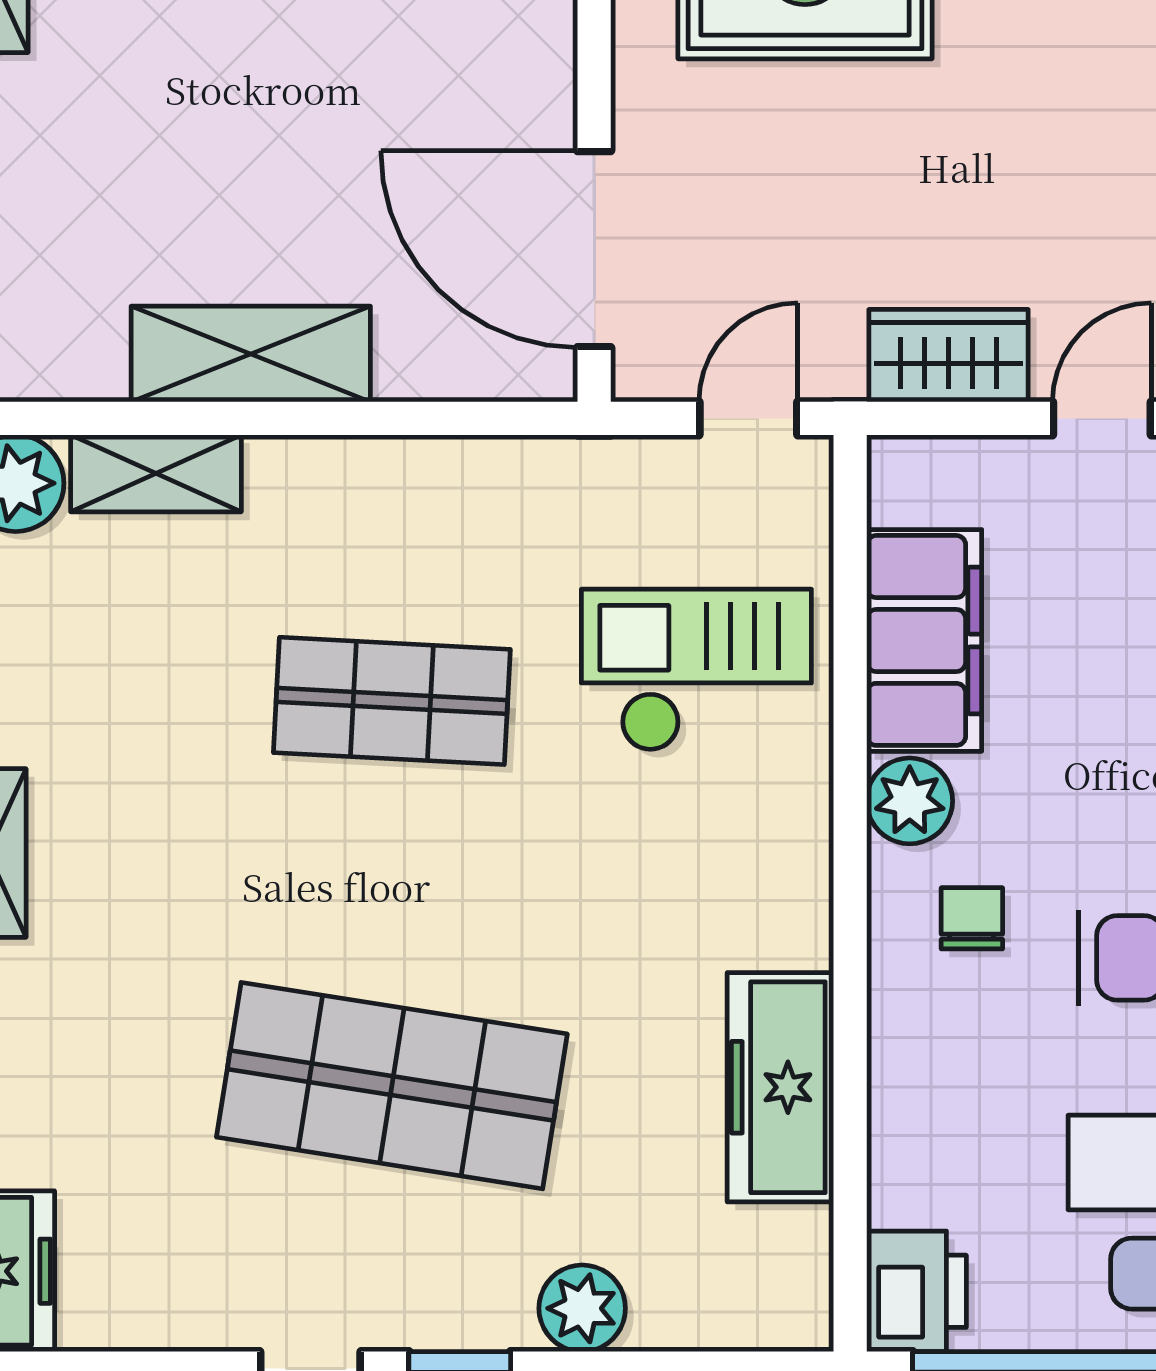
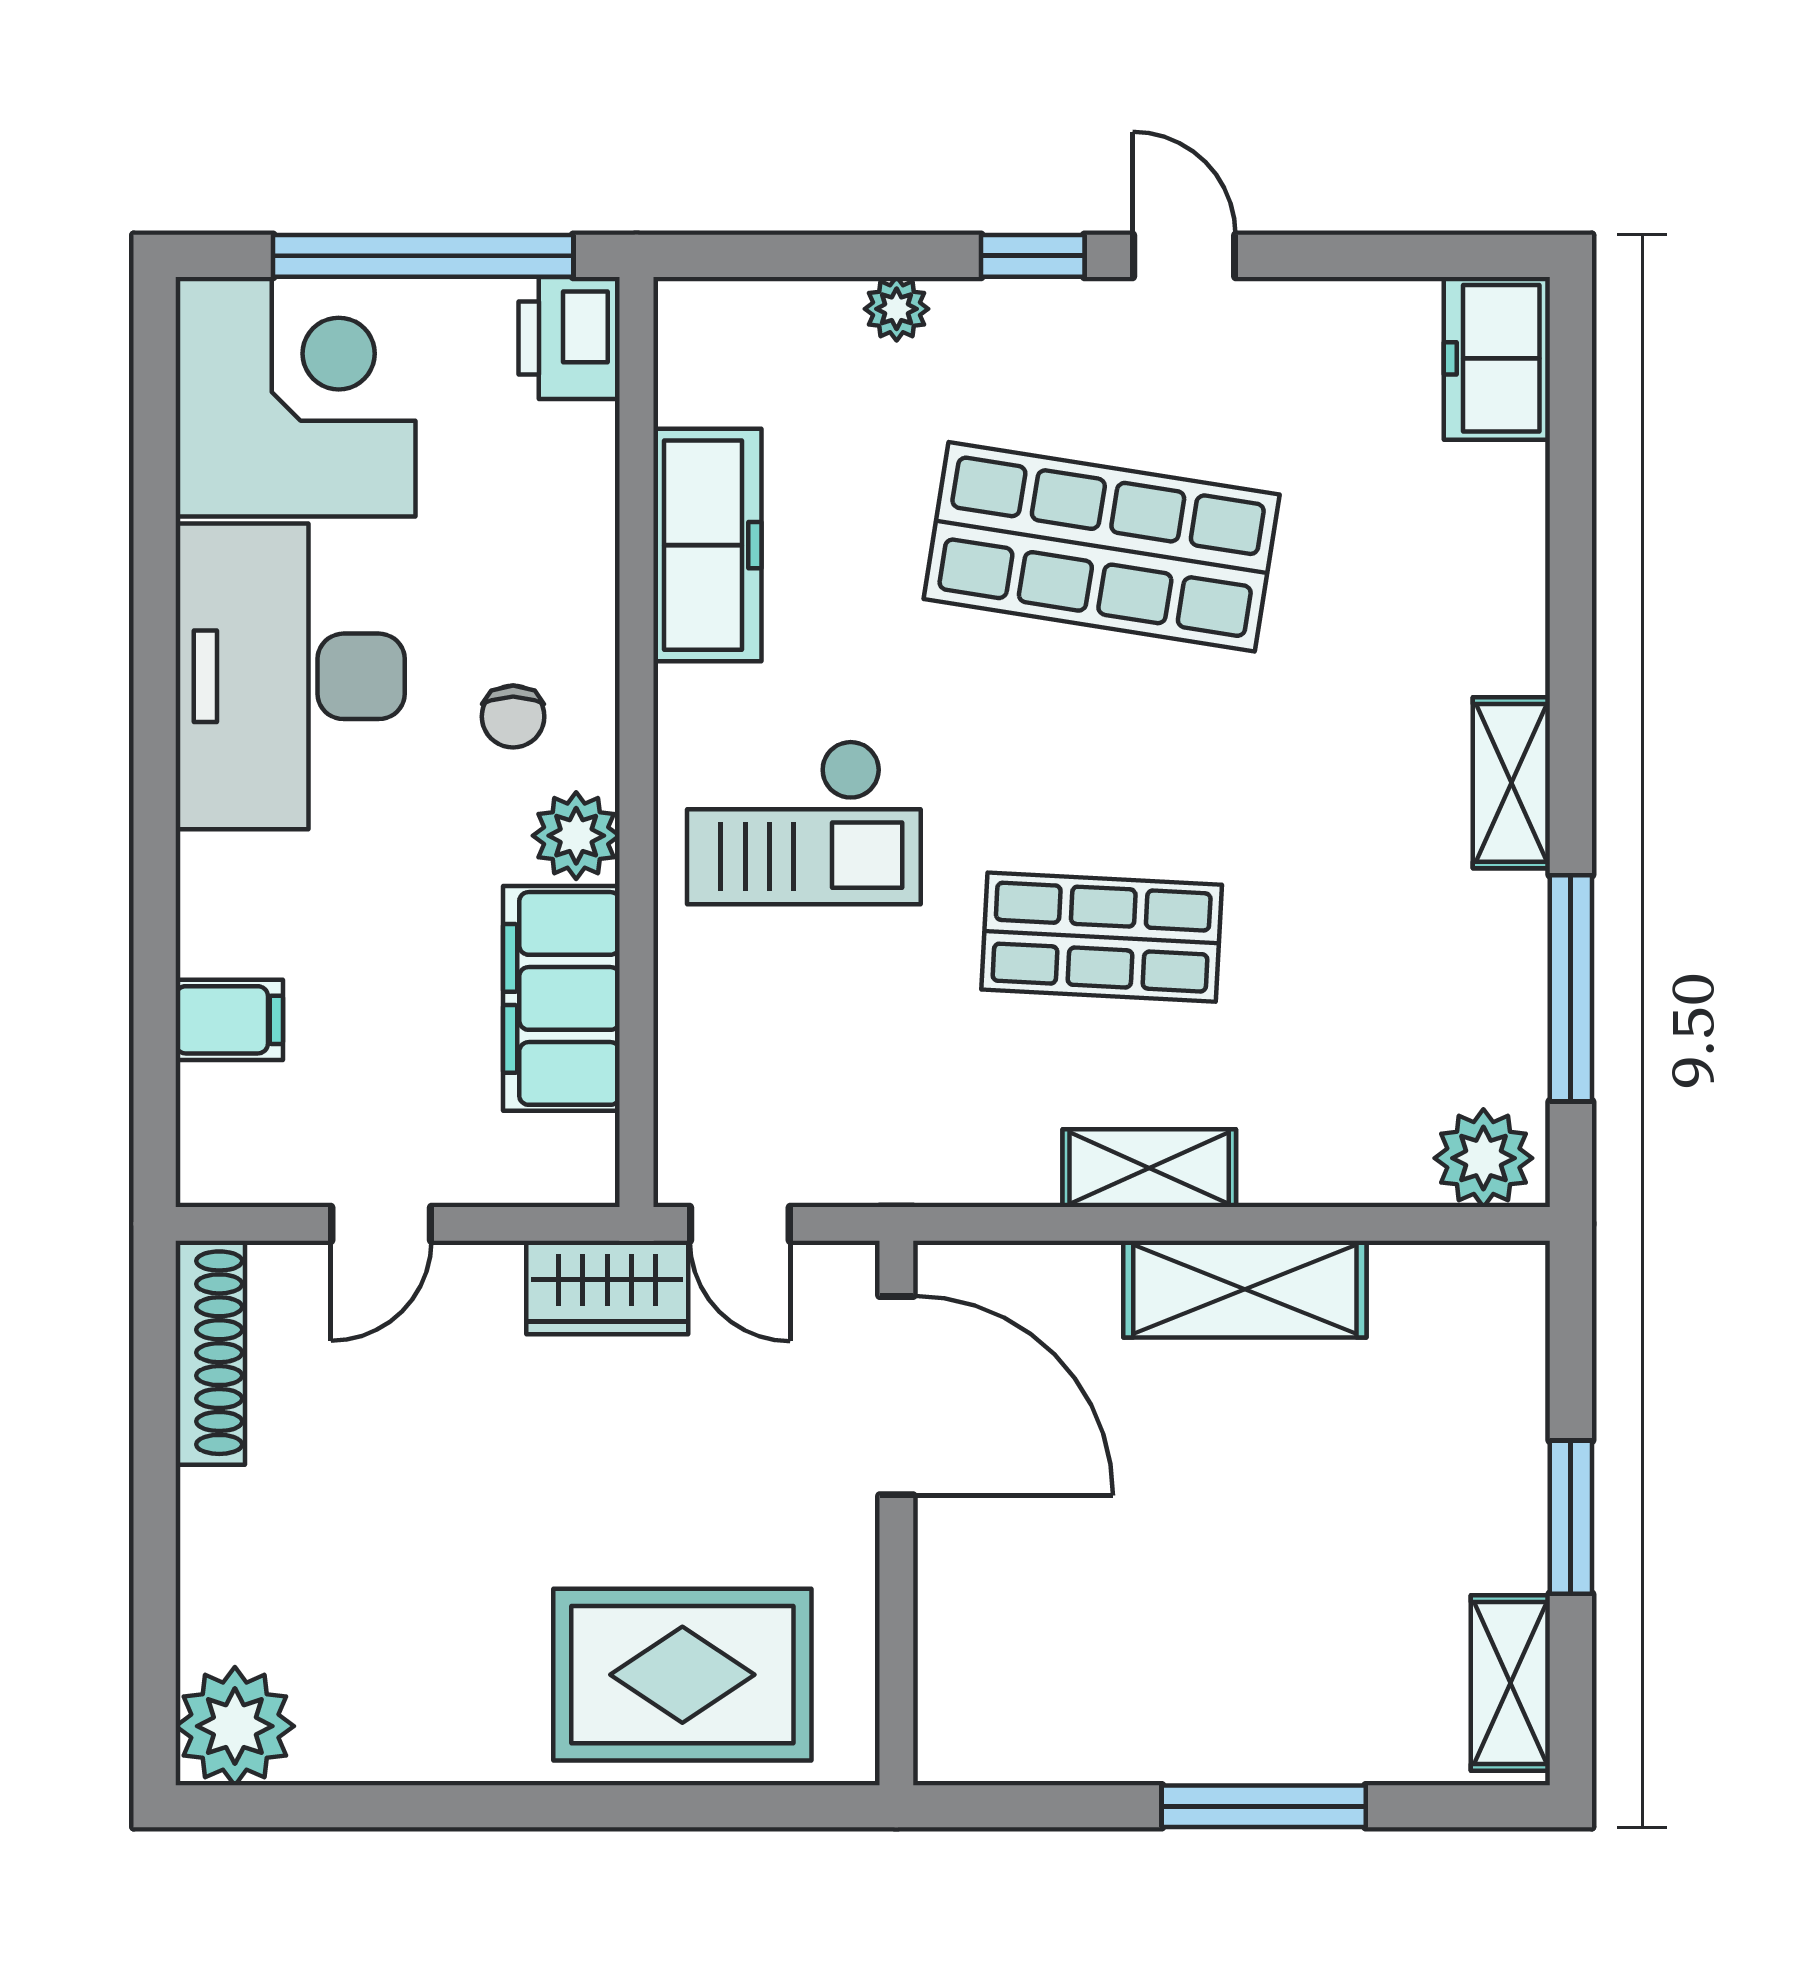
wardrobe: (949, 356) -> (607, 1287), moved
door: (748, 418) -> (740, 1224), hinge flipped
shelving: (156, 473) -> (1149, 1168), moved
checkout: (696, 670) -> (804, 822), moved
plant: (582, 1308) -> (897, 309), width x0.73, depth x0.73

